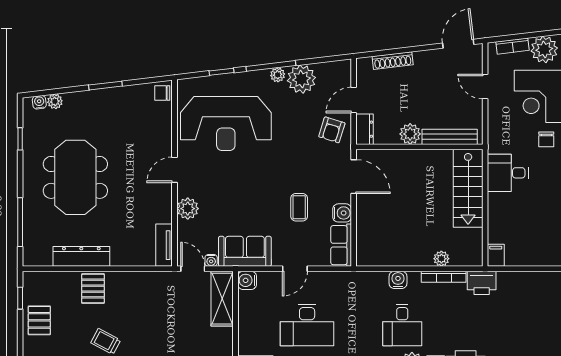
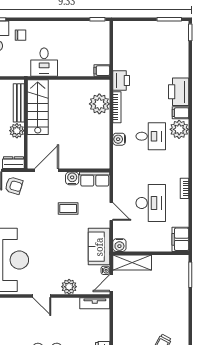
stairs: (468, 188) -> (38, 107), moved, turned -90
plant: (441, 259) -> (99, 104), width x1.88, depth x1.88

